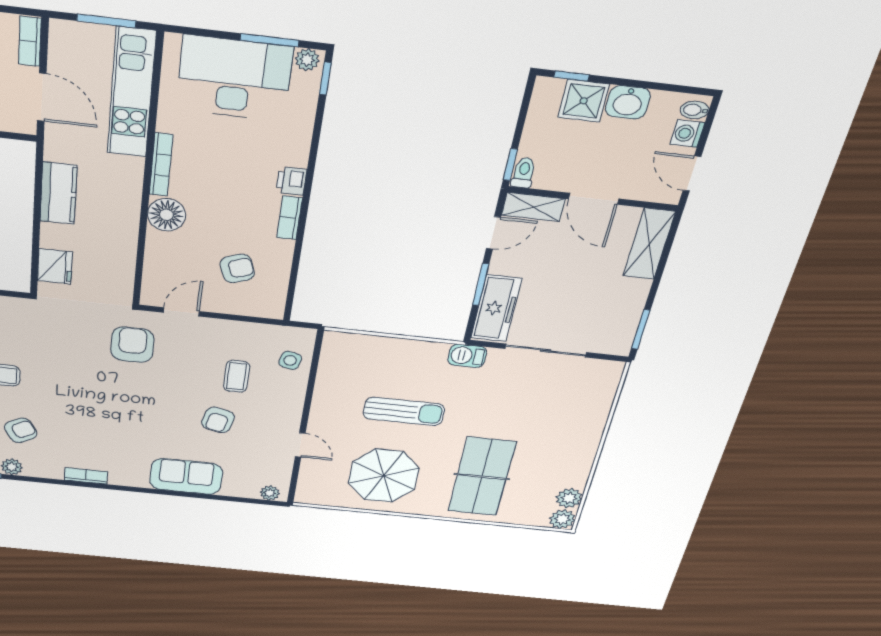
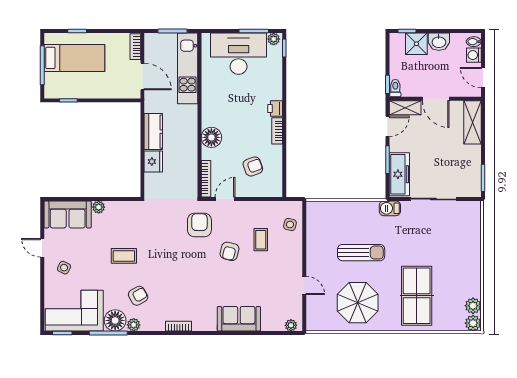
bookcase: (161, 165) -> (206, 179), moved
fridge: (55, 266) -> (153, 162), moved
armchair: (218, 420) -> (229, 251), moved

